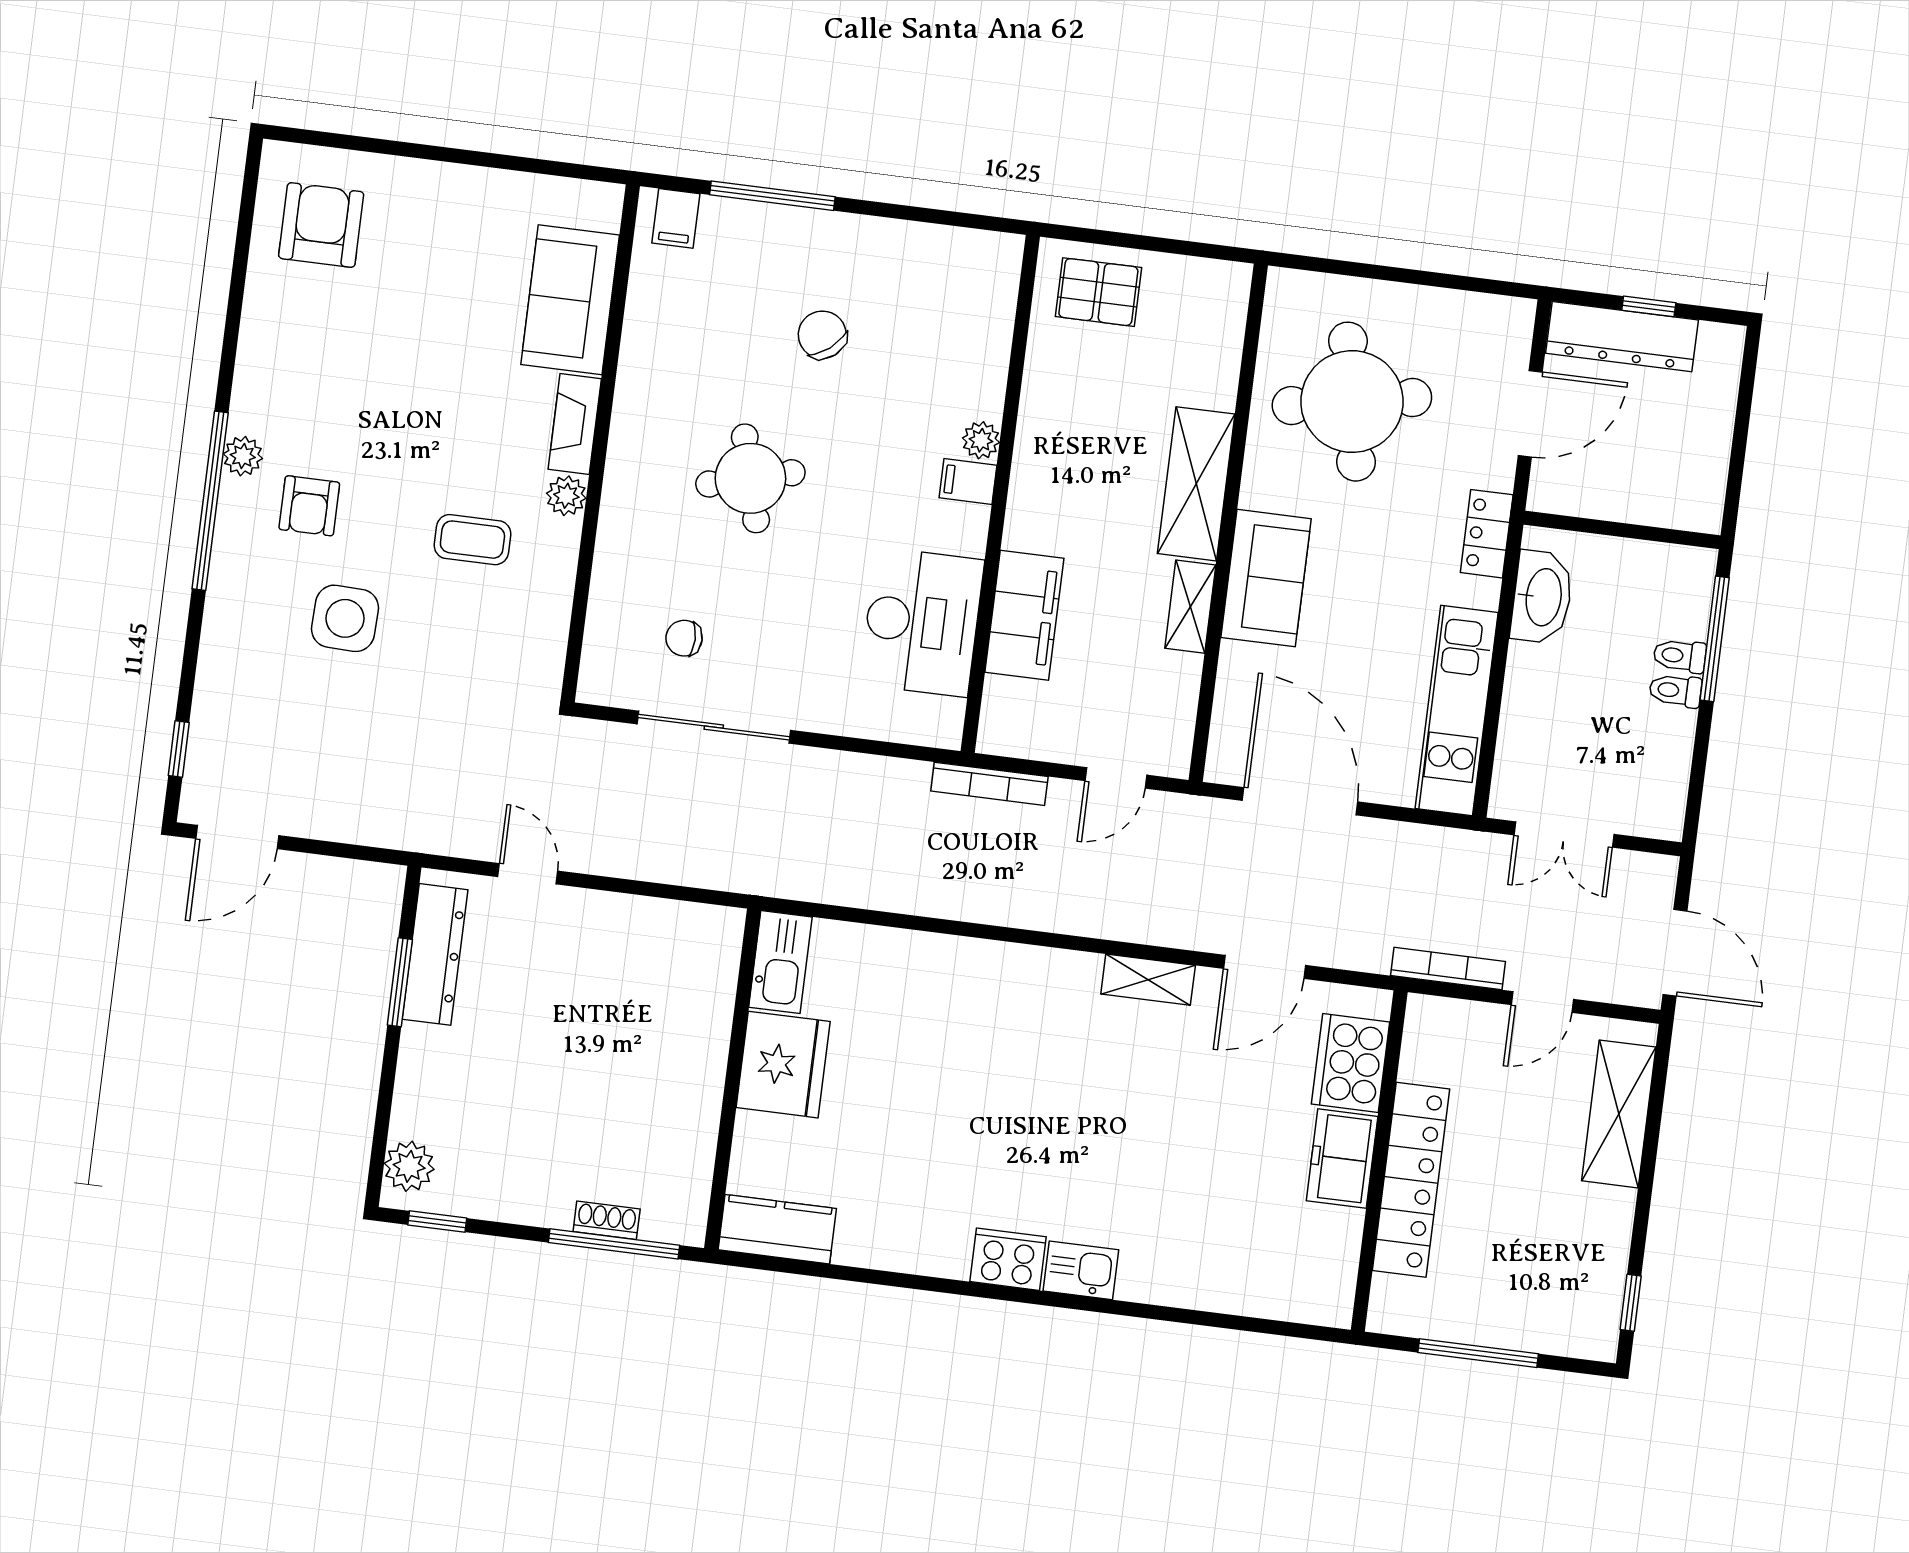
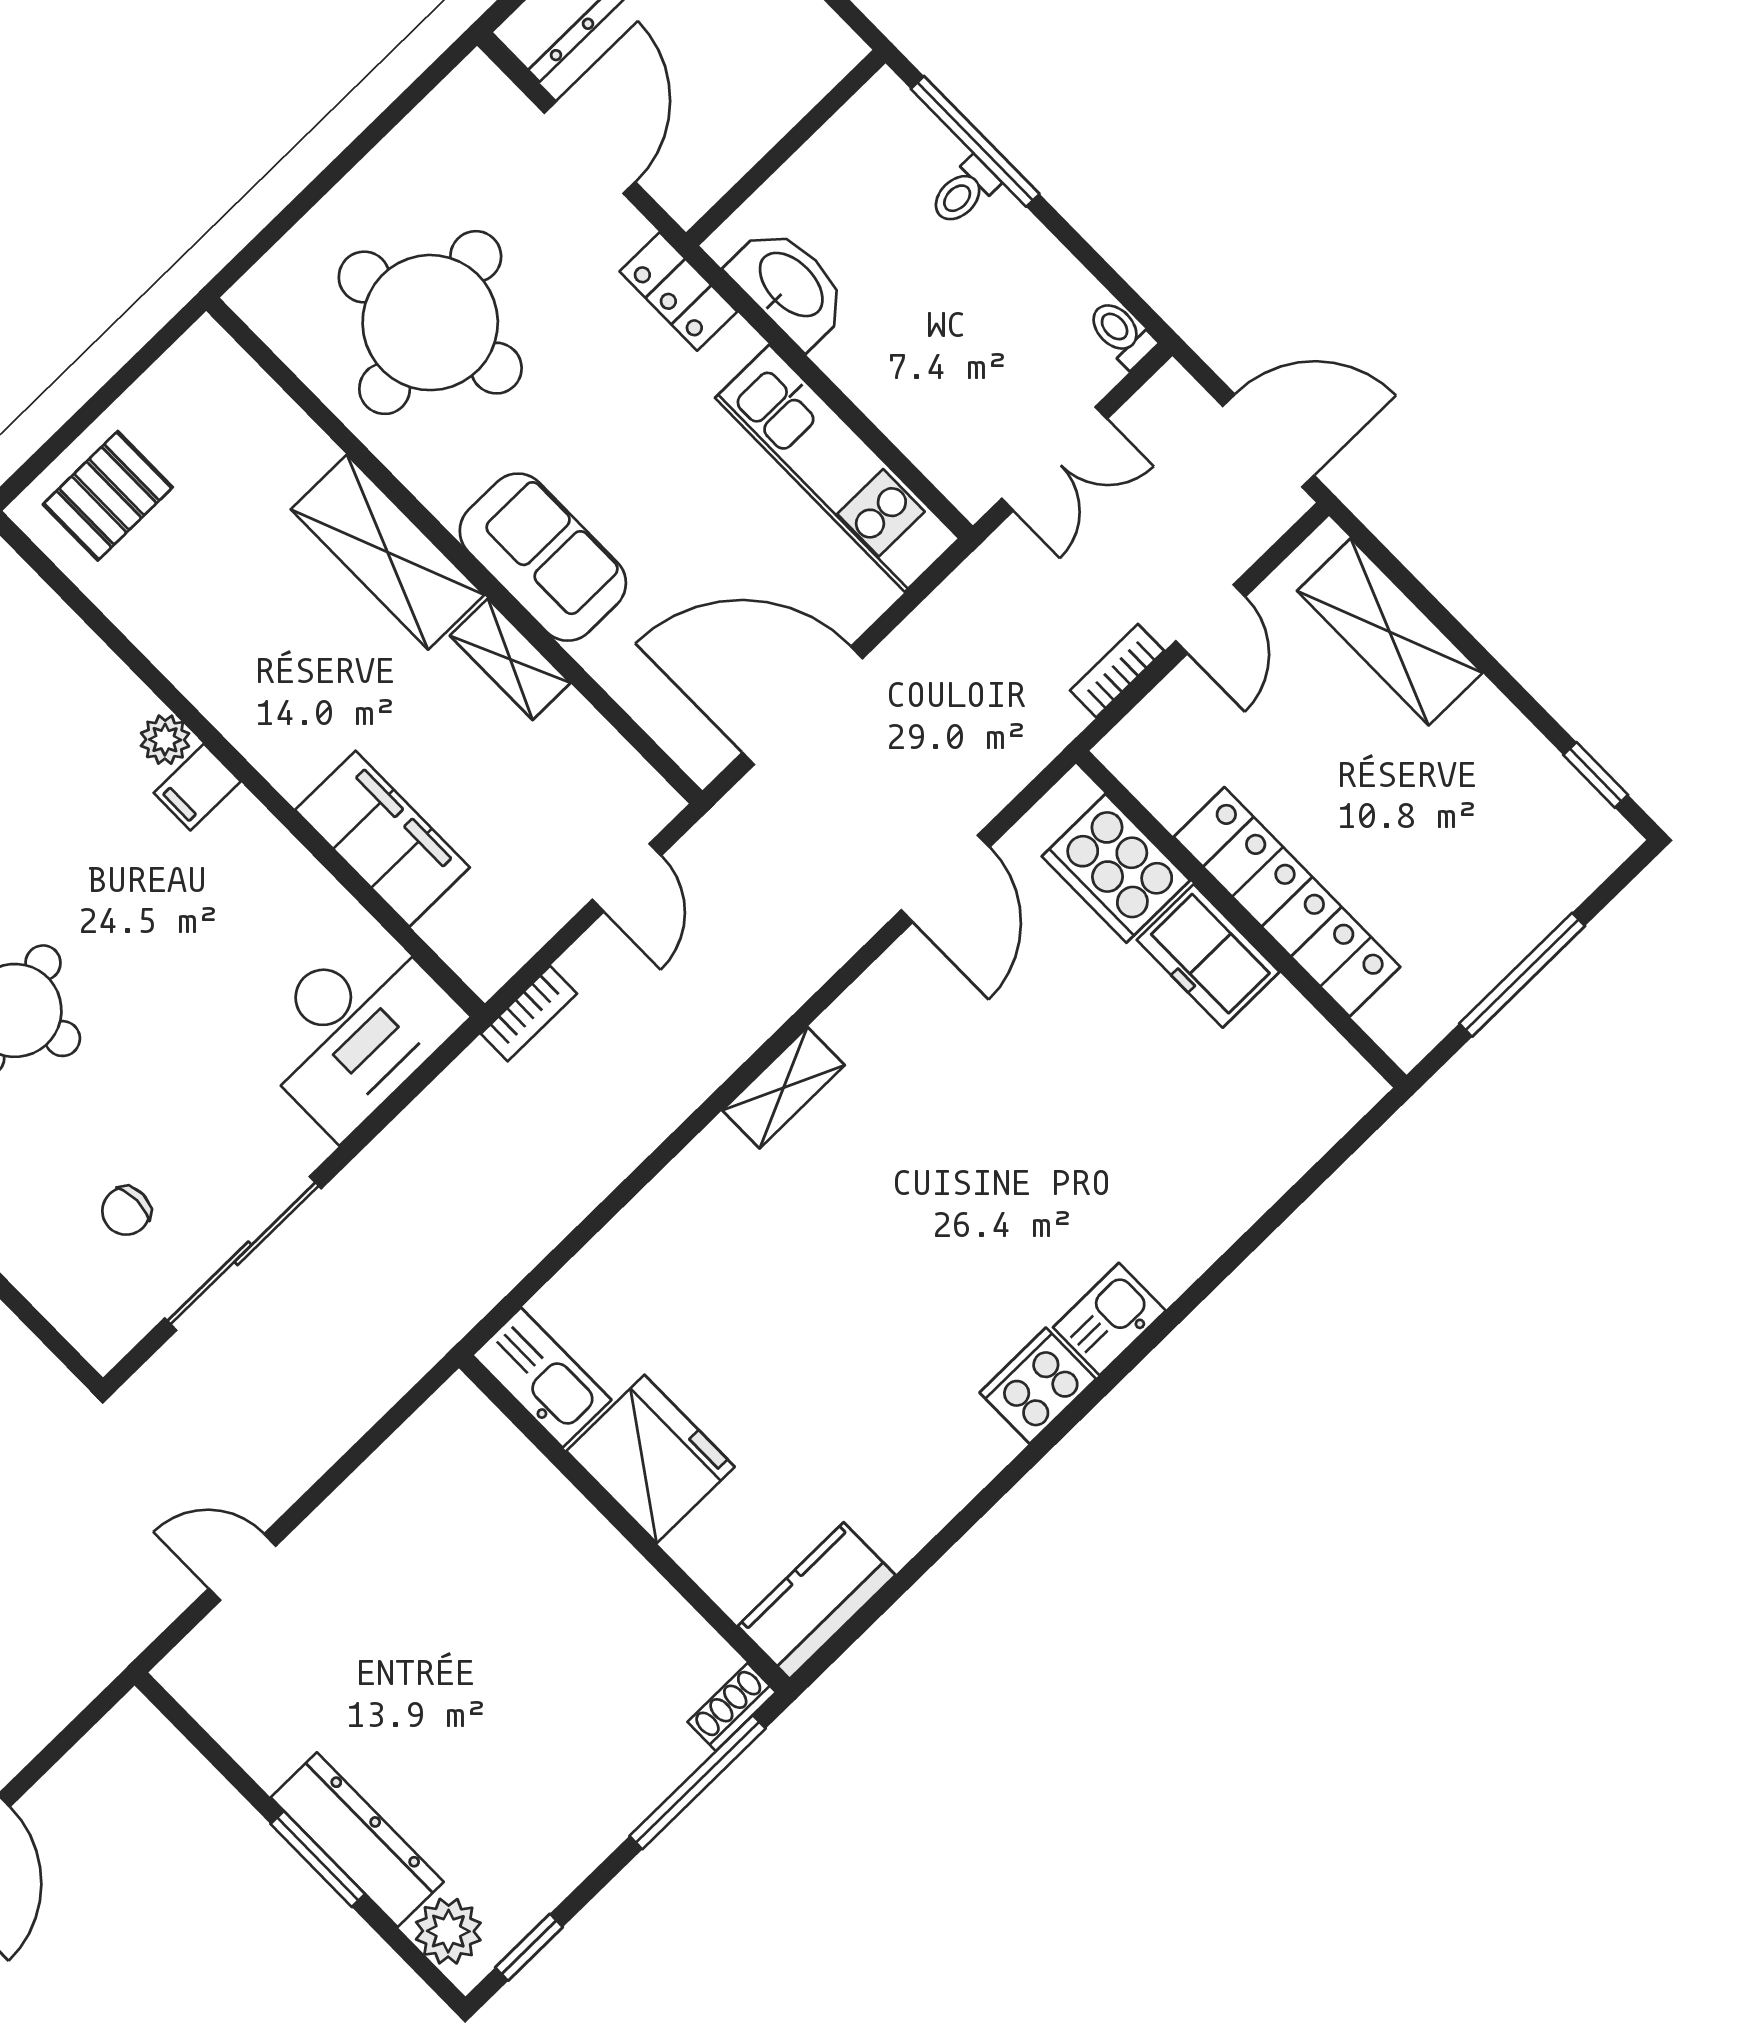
desk: (922, 622) -> (355, 1029), moved, turned 90
toilet: (1675, 691) -> (1121, 333), moved, turned 90
bookcase: (989, 784) -> (529, 1014), width x0.64
dresser: (435, 954) -> (357, 1840), moved
bookcase: (1448, 968) -> (1117, 671), width x0.64
shelving: (1148, 980) -> (783, 1088), moved
window: (400, 982) -> (318, 1859), moved
shoe rack: (607, 1220) -> (732, 1707), moved

